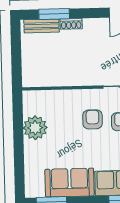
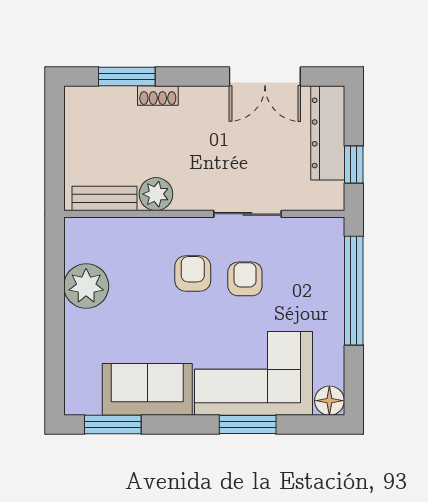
bench: (42, 26) -> (105, 198), moved
plant: (72, 77) -> (156, 194), added

